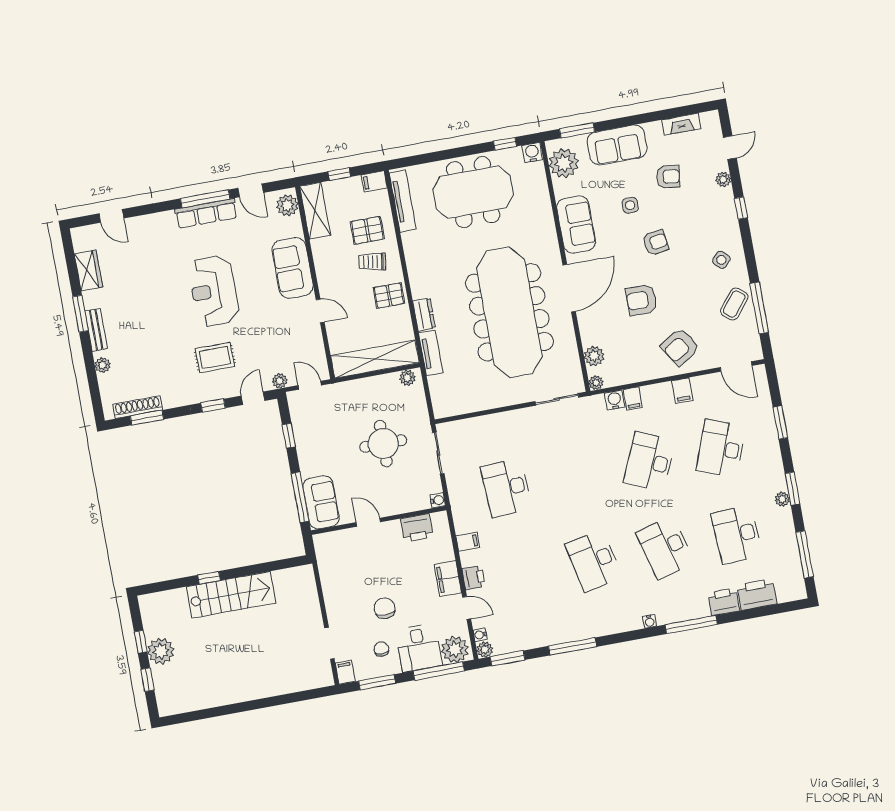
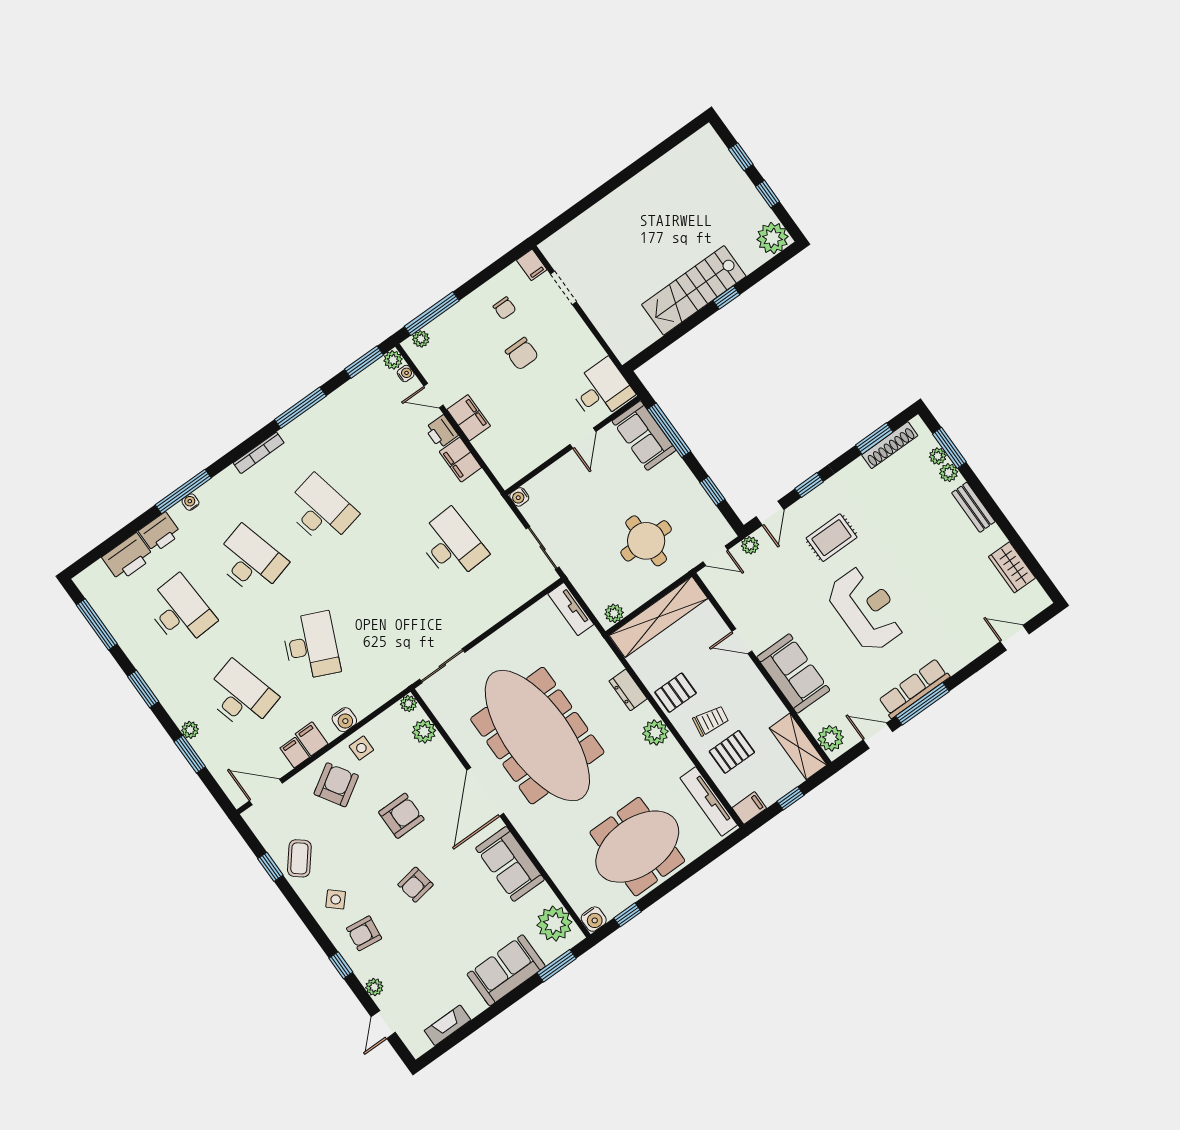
armchair: (668, 177) -> (364, 933), moved
side table: (630, 205) -> (361, 748), moved
plant: (419, 272) -> (655, 732), added
window: (759, 308) -> (270, 867), width x0.46
window: (80, 314) -> (949, 448), moved
tv unit: (431, 353) -> (571, 609), moved
plant: (105, 381) -> (938, 456), added
filing cabinet: (633, 398) -> (295, 753), moved
water cooler: (615, 400) -> (344, 720), moved
round table: (383, 444) -> (646, 541), moved
desk: (721, 448) -> (241, 696), turned -36
plant: (782, 499) -> (190, 730), moved
door: (368, 522) -> (583, 438), hinge flipped
printer: (417, 528) -> (528, 457), removed
filing cabinet: (468, 542) -> (460, 460), width x2.00
water cooler: (649, 621) -> (190, 502), moved
bookcase: (620, 627) -> (259, 453), added
desk: (419, 648) -> (601, 390), moved, turned 90
plant: (455, 649) -> (421, 339), width x0.53, depth x0.53
plant: (161, 651) -> (773, 238), moved
window: (377, 682) -> (492, 270), removed

